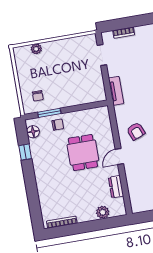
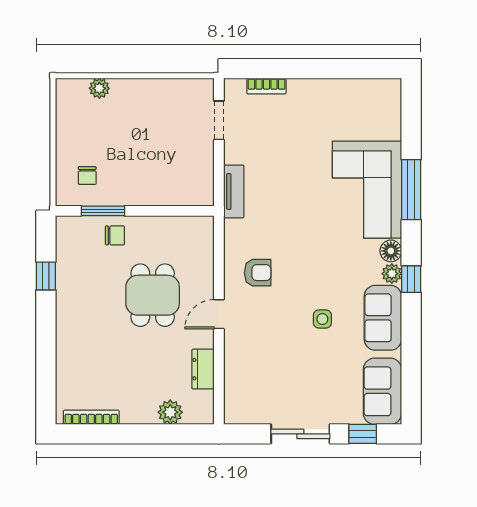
armchair: (136, 131) -> (258, 273), turned -68
floor lamp: (33, 132) -> (67, 241), removed

